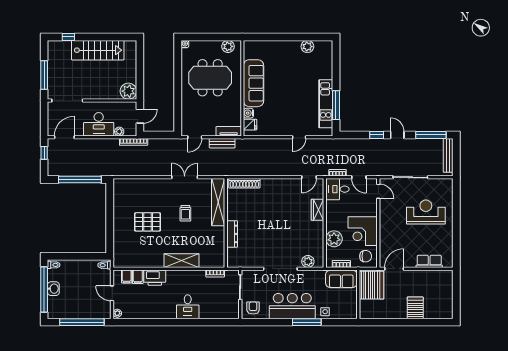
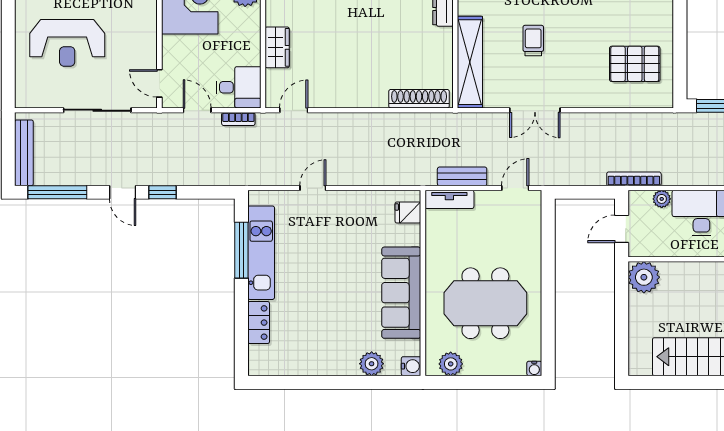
plant: (307, 47) -> (372, 364), moved
locker: (327, 68) -> (259, 323), added
water cooler: (248, 113) -> (411, 366), moved
pallet: (148, 222) -> (635, 64), moved

